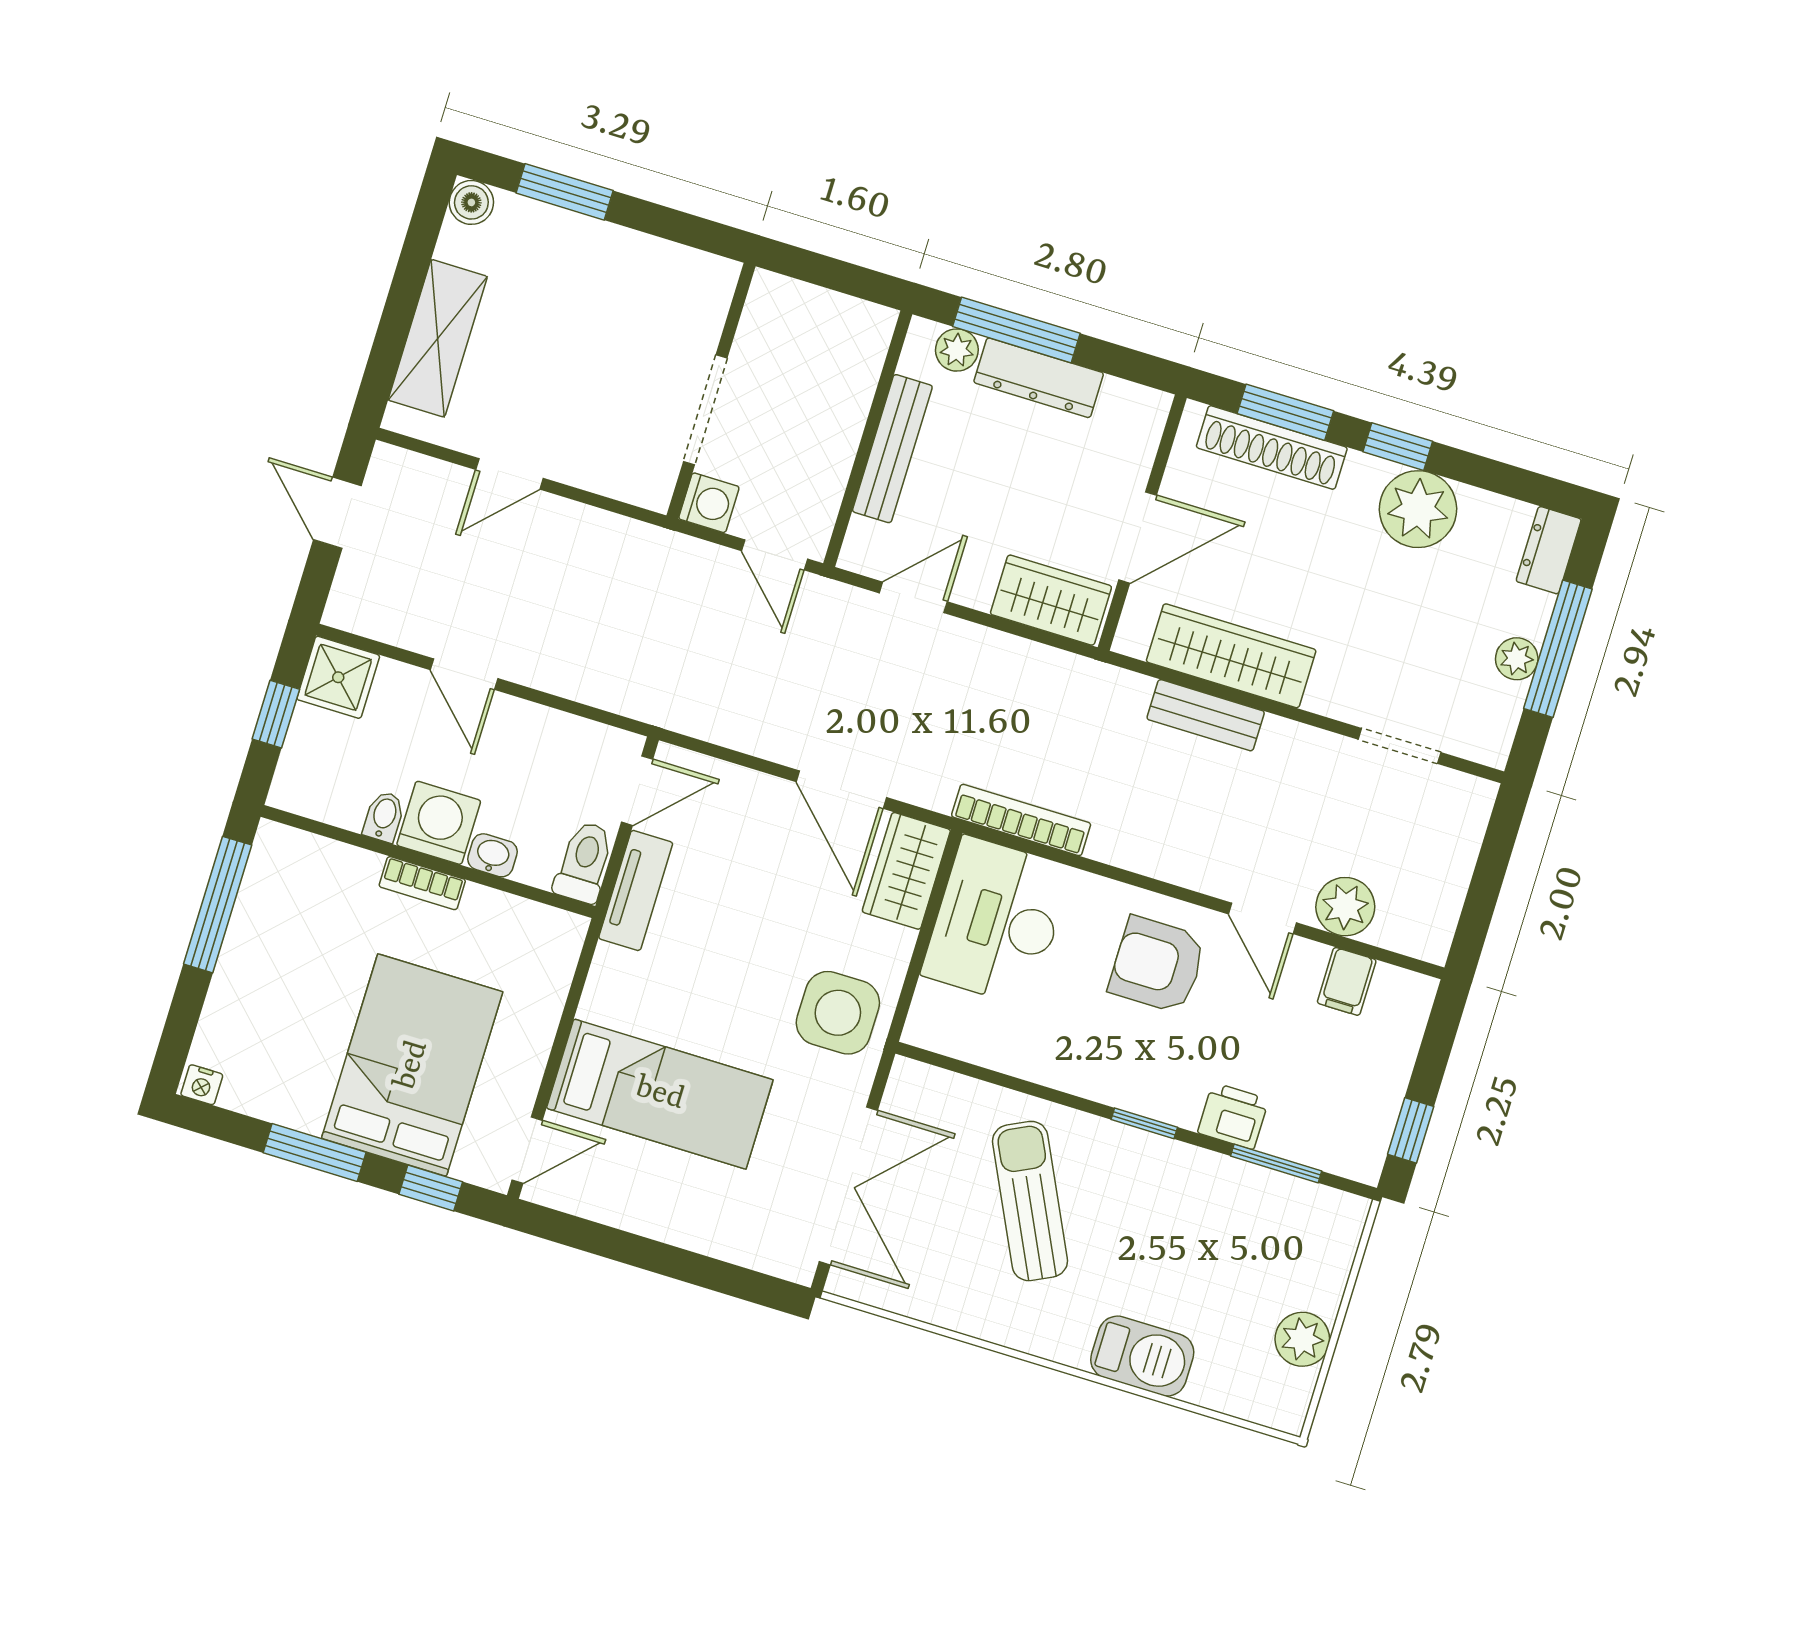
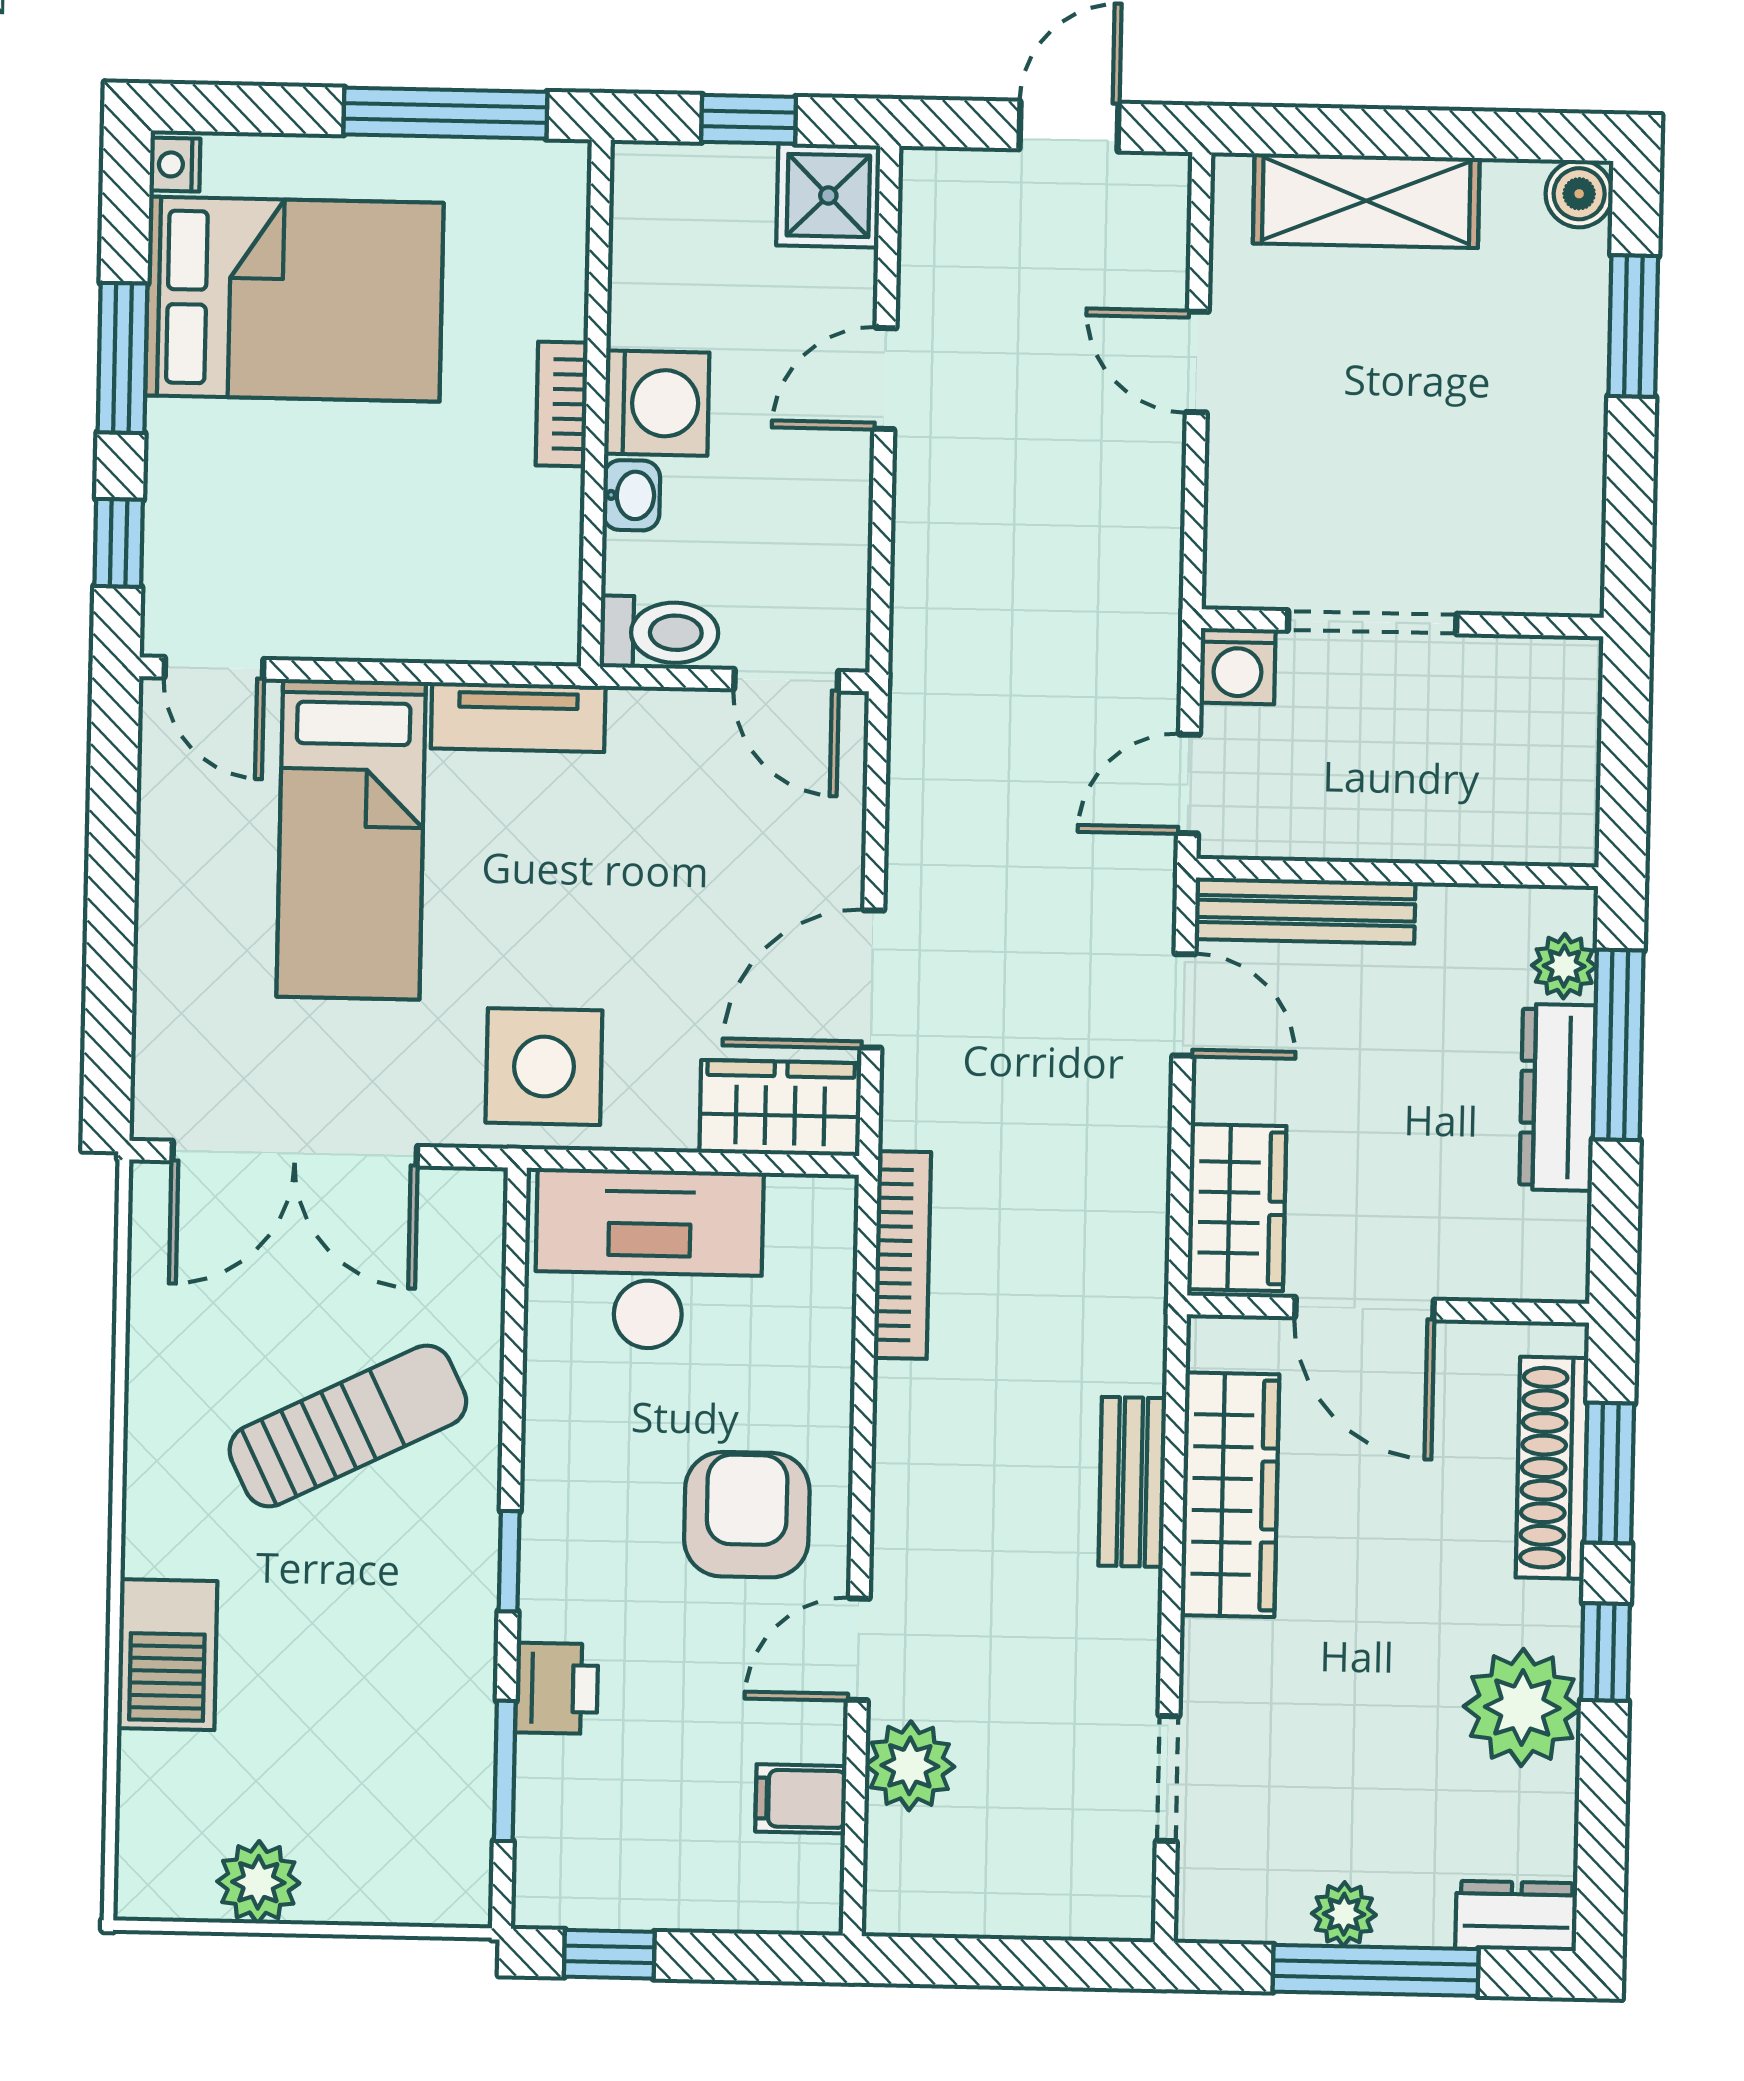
bench: (892, 449) -> (1305, 911), moved
bidet: (384, 817) -> (643, 320), removed
tv unit: (636, 890) -> (518, 717), moved
desk: (997, 921) -> (649, 1259), moved
bed: (412, 1065) -> (294, 299), moved

